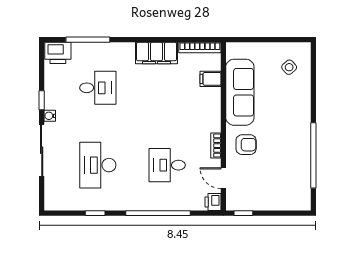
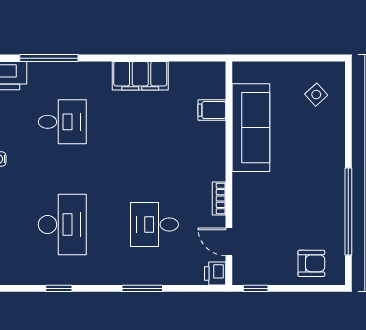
bookcase: (200, 48) -> (198, 68), removed
armchair: (246, 145) -> (311, 263), moved
desk: (98, 165) -> (62, 224), turned 180
window: (158, 213) -> (142, 288), width x0.47

